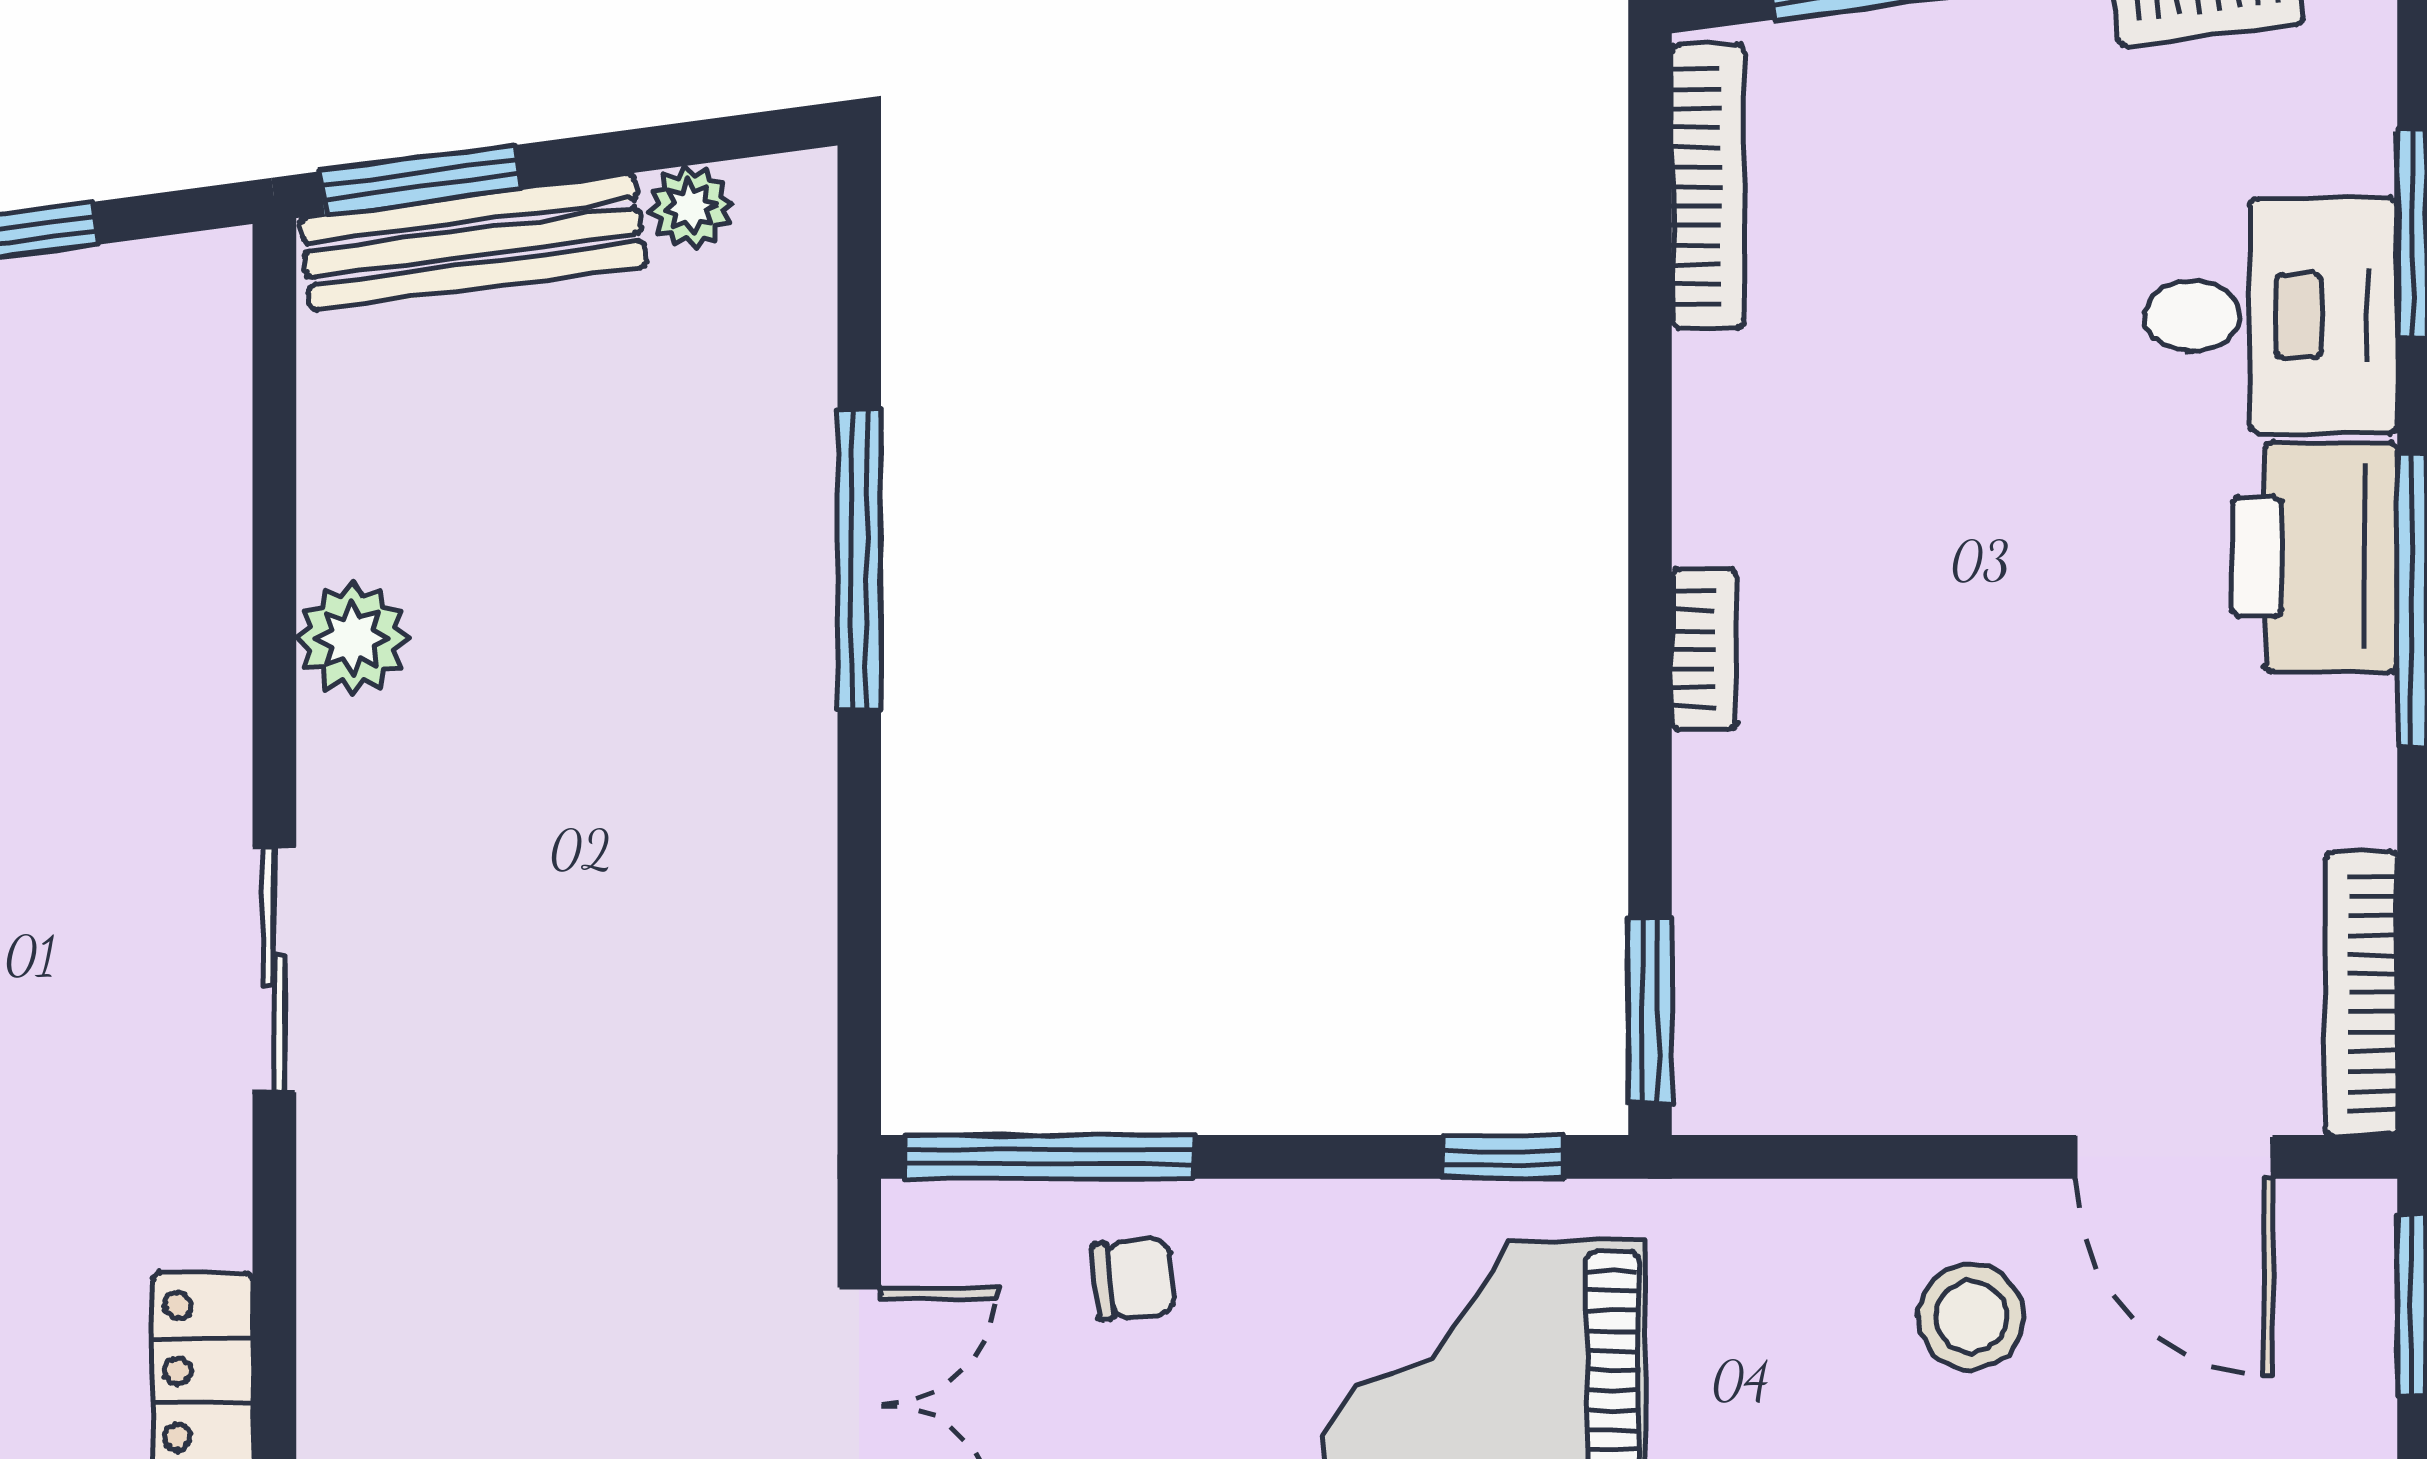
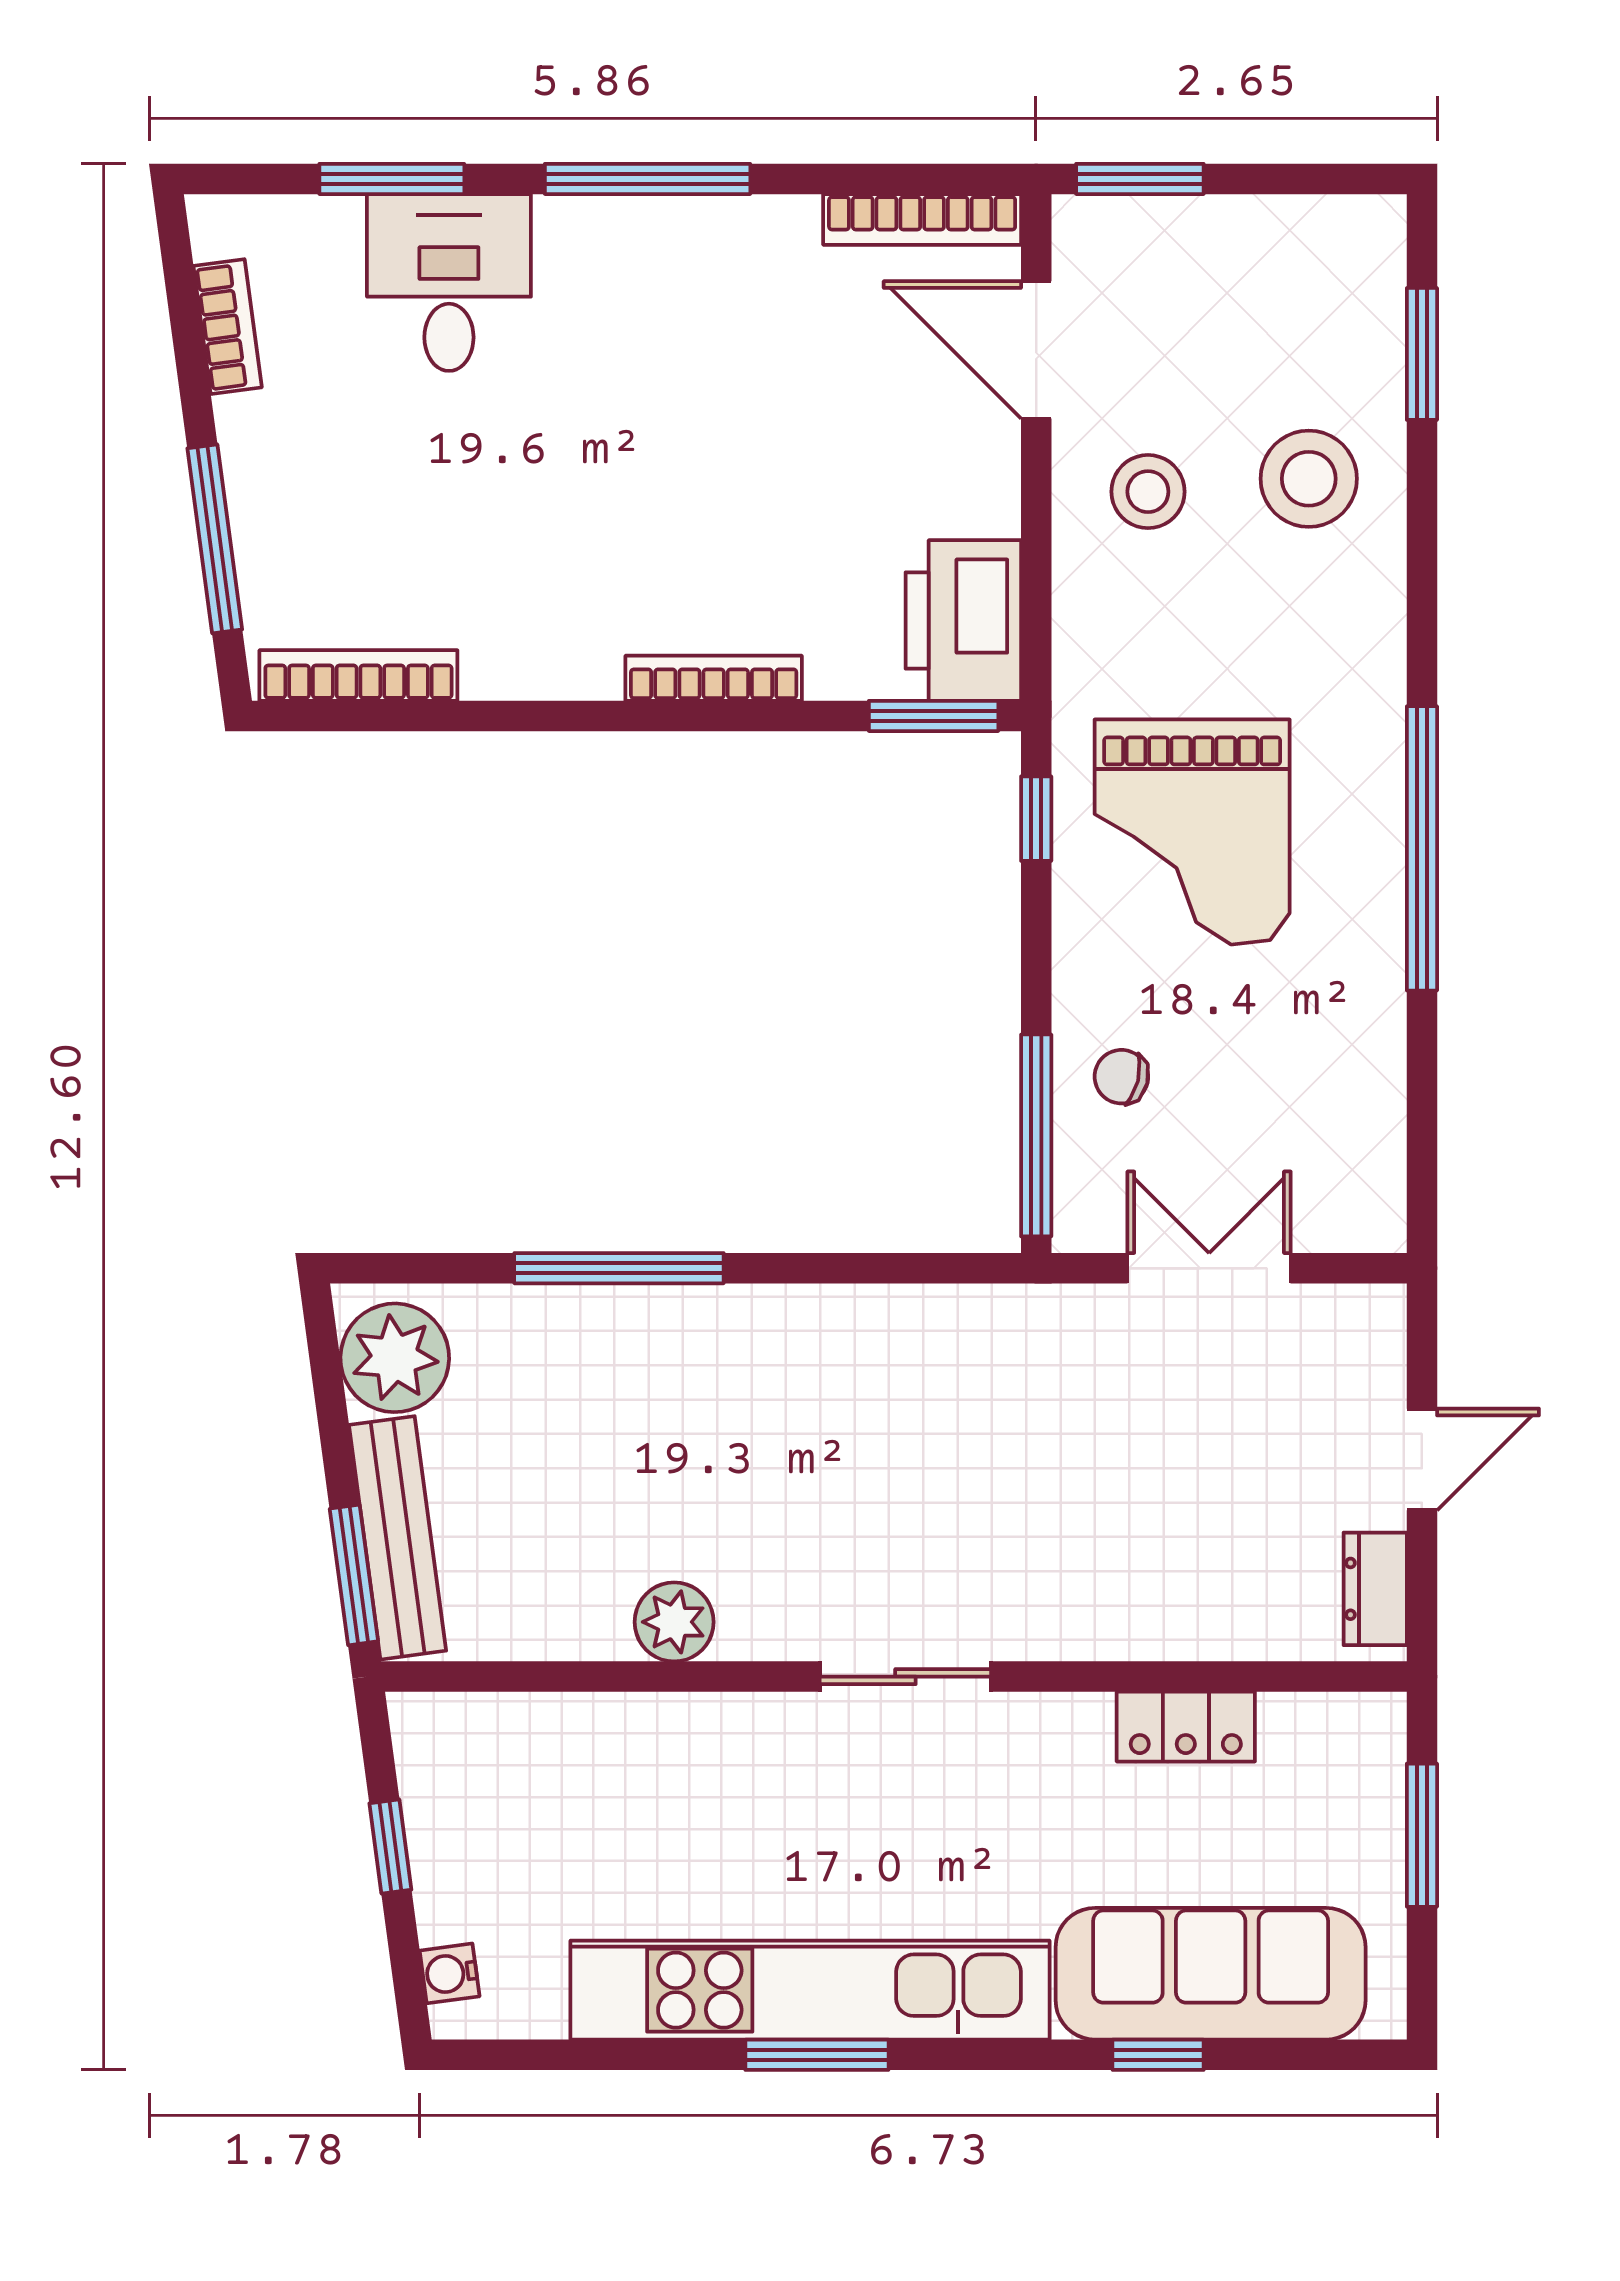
plant: (690, 207) -> (395, 1358), width x1.87, depth x1.87
printer: (2315, 557) -> (963, 620), moved, turned 90
bookcase: (1704, 649) -> (714, 678), width x1.56
door: (2174, 1157) -> (1036, 350), swing flipped
chair: (1133, 1279) -> (1121, 1077), turned -71

